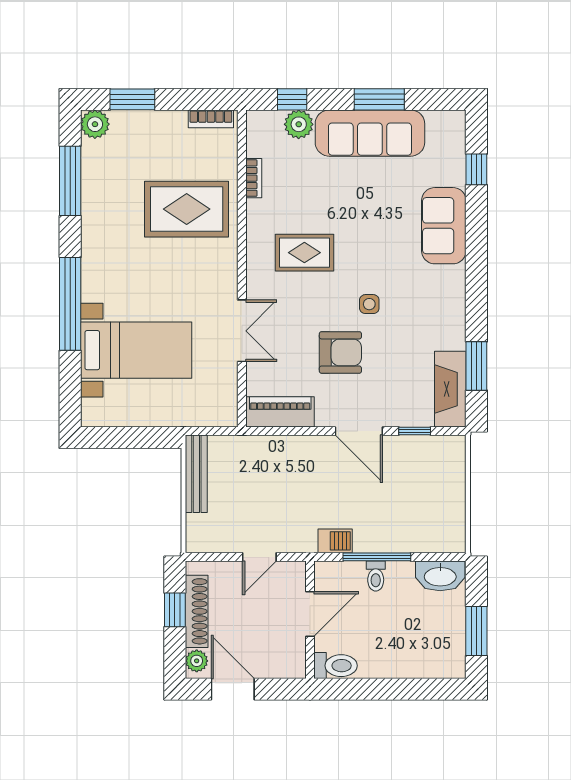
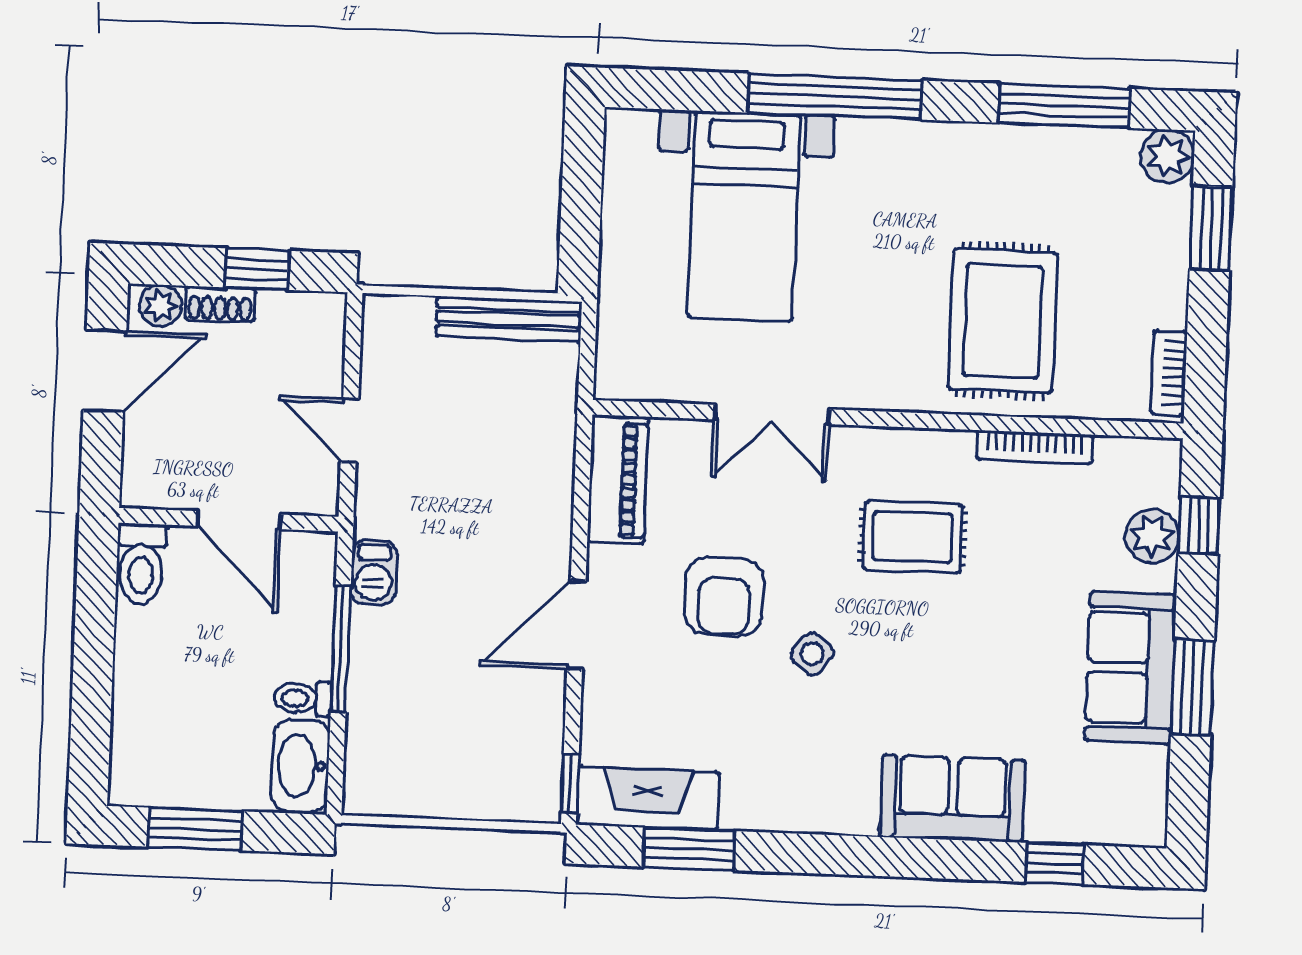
sofa: (370, 133) -> (1130, 668), width x0.73
bookcase: (254, 178) -> (1035, 447), width x1.56
rug: (304, 253) -> (913, 537), turned 90
side table: (369, 304) -> (812, 654), turned 38
window: (415, 431) -> (570, 783), moved
toilet: (376, 576) -> (303, 698), moved
shoe rack: (197, 611) -> (220, 304), width x0.51, depth x0.81

